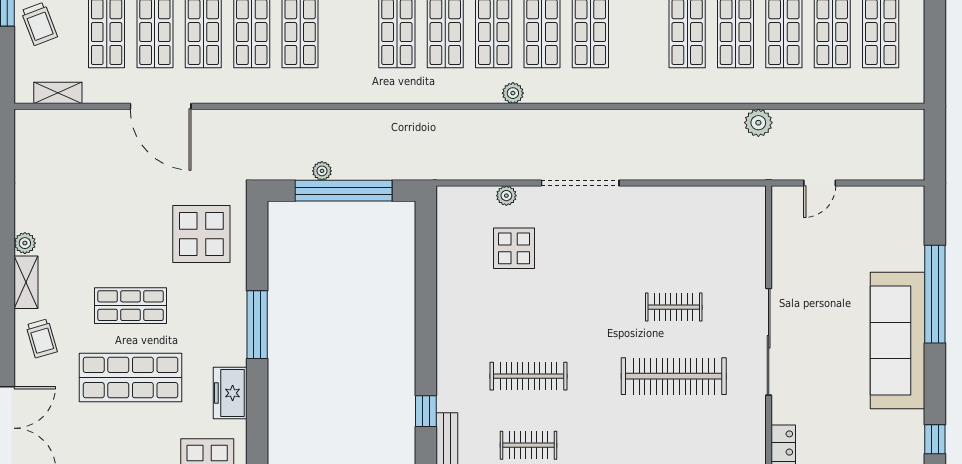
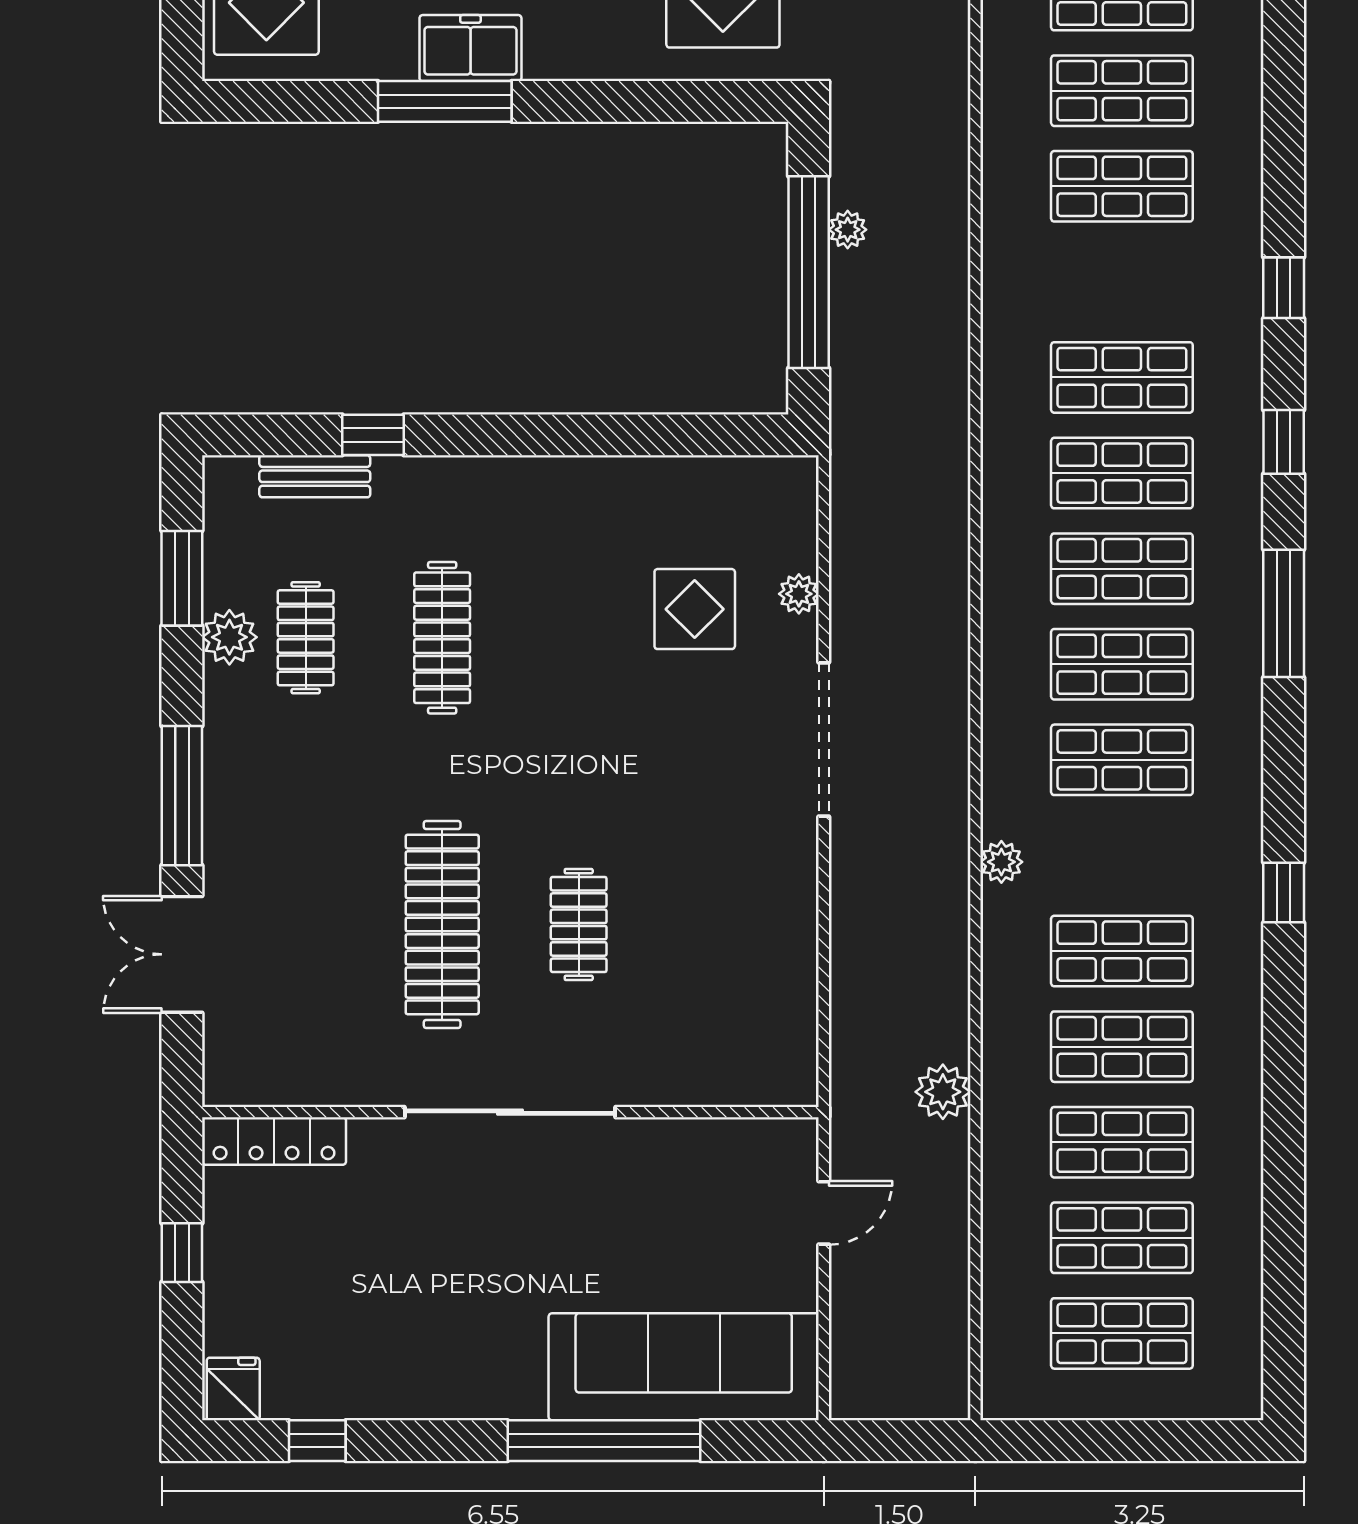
plant: (513, 93) -> (1001, 862), moved
door: (820, 183) -> (824, 1213), swing flipped
window: (257, 325) -> (445, 101), moved
sofa: (898, 340) -> (684, 1367), moved
freezer: (230, 393) -> (470, 48), moved

